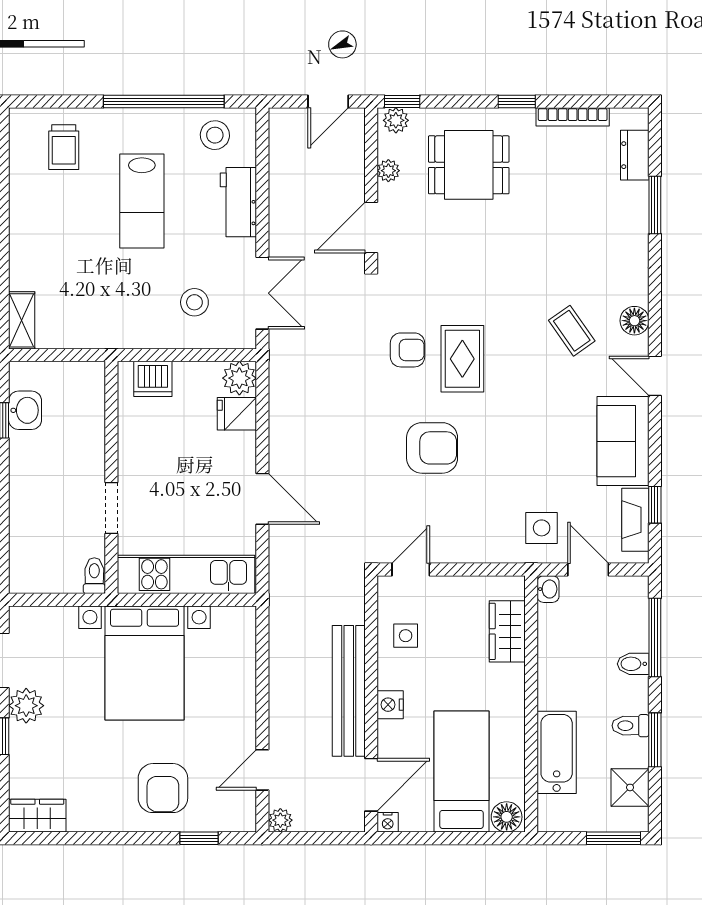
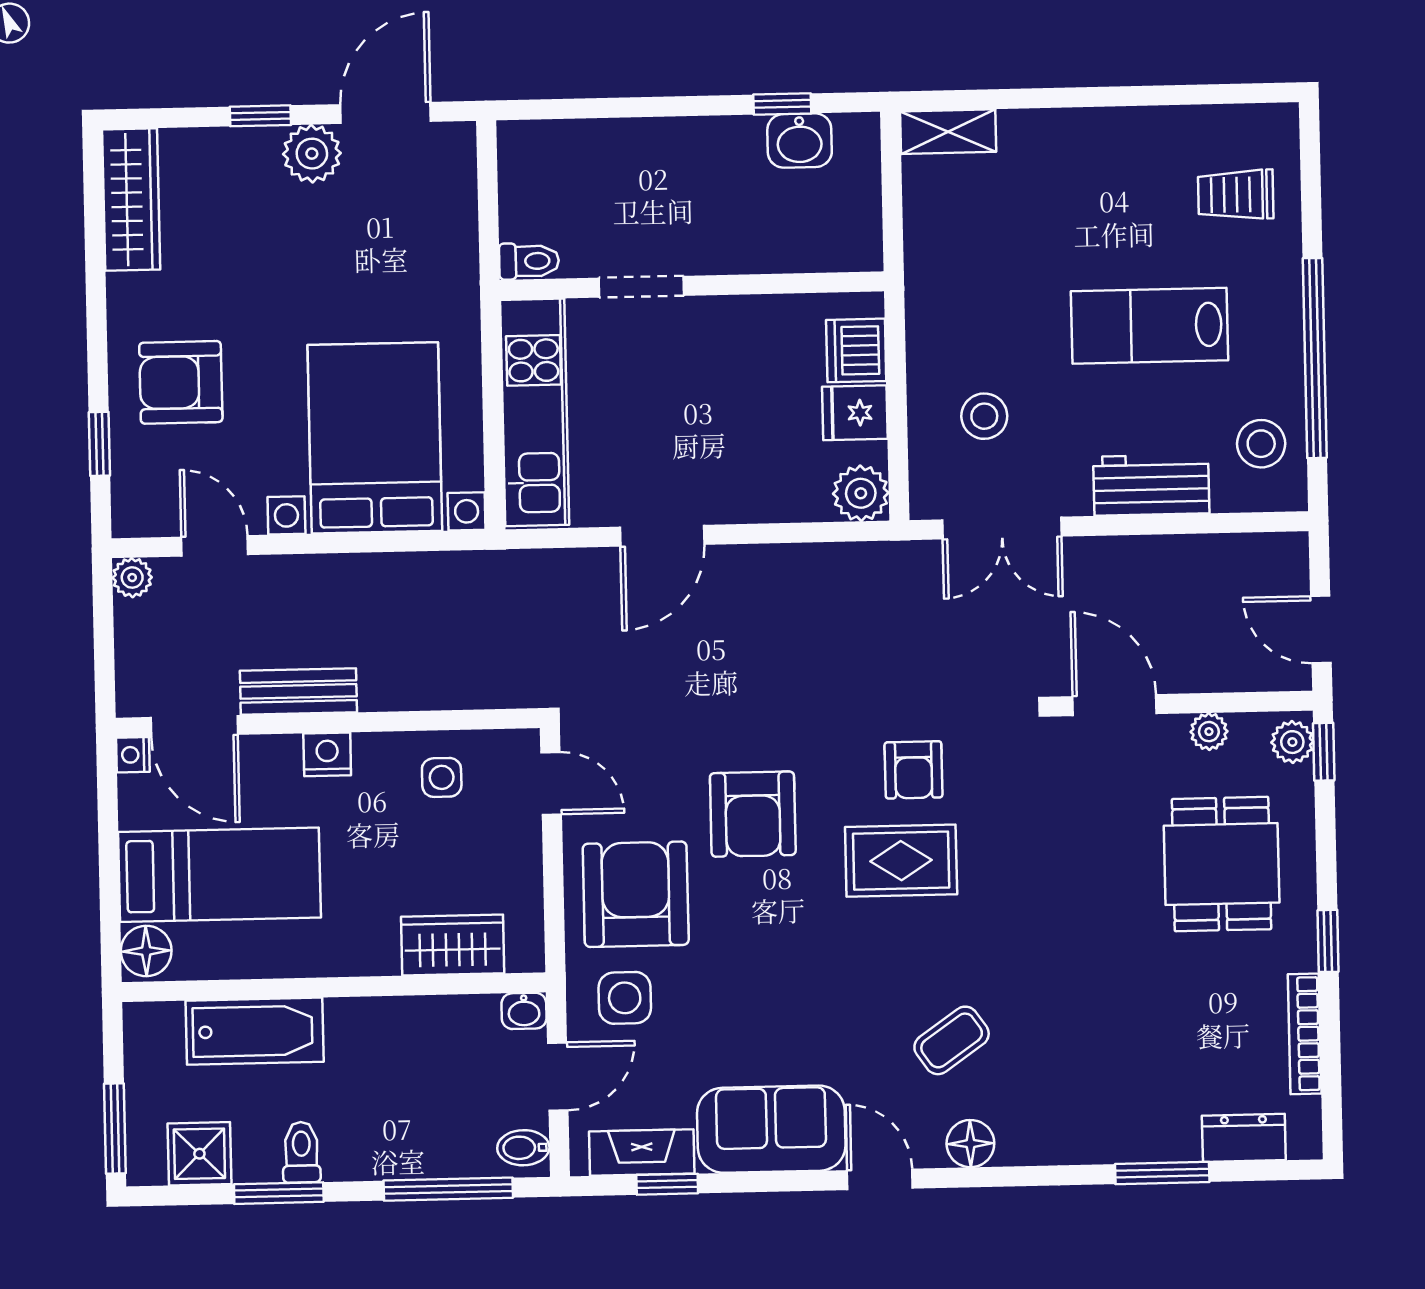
door: (655, 376) -> (880, 1179), hinge flipped
fridge: (237, 414) -> (855, 413), moved, turned -90
armchair: (479, 520) -> (636, 894), added
bed with nightstands: (145, 663) -> (375, 438), moved, turned 90
bidet: (633, 664) -> (523, 1148), moved, turned -90
bench: (349, 691) -> (298, 691), width x0.54, depth x0.82
wardrobe: (37, 816) -> (131, 200), width x1.50

